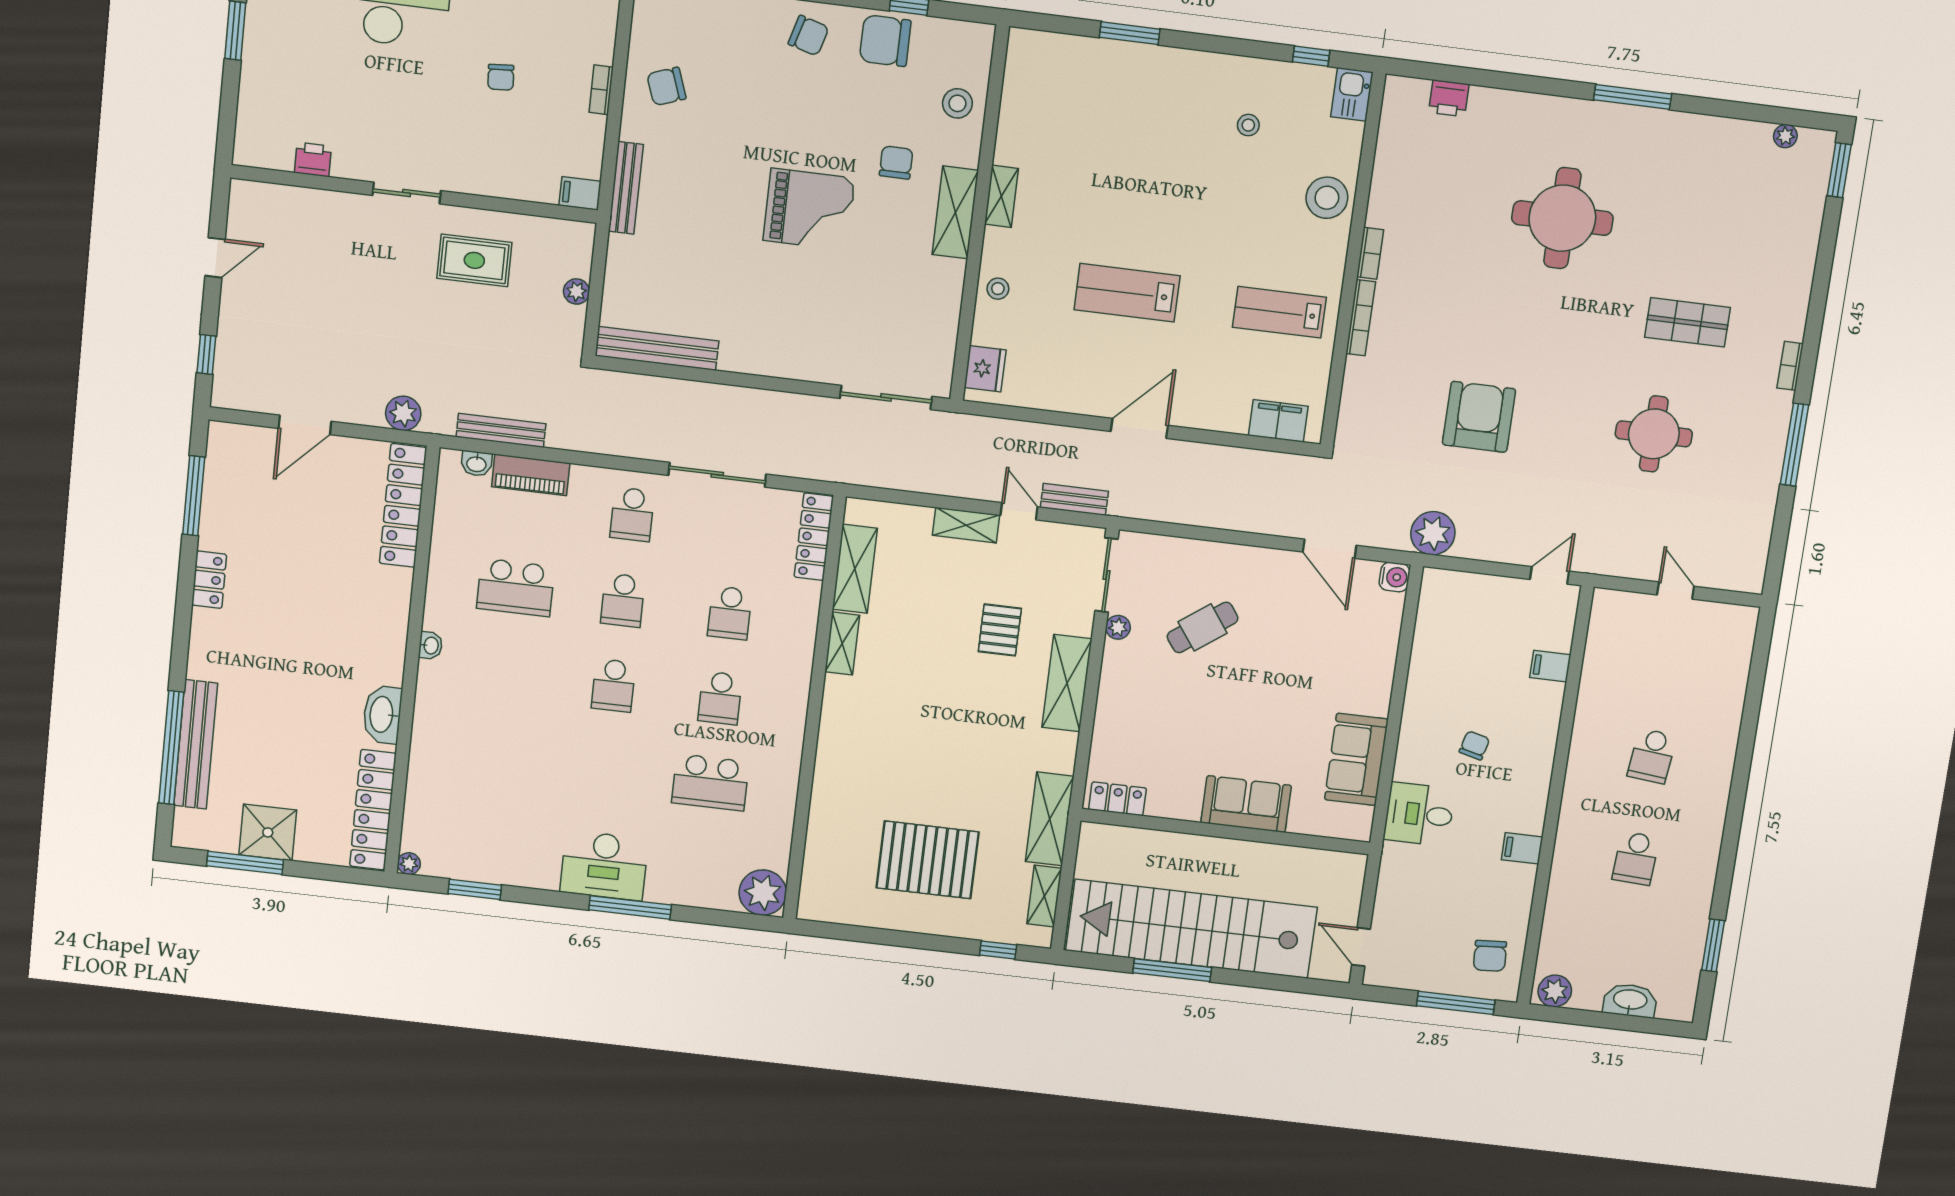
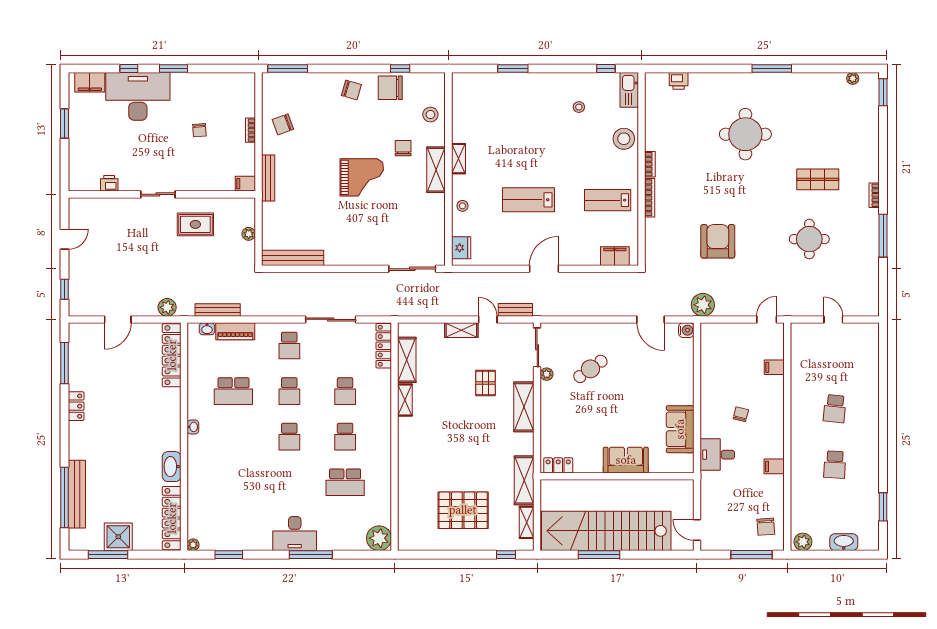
kitchen sink: (1352, 95) -> (629, 90), width x1.38

